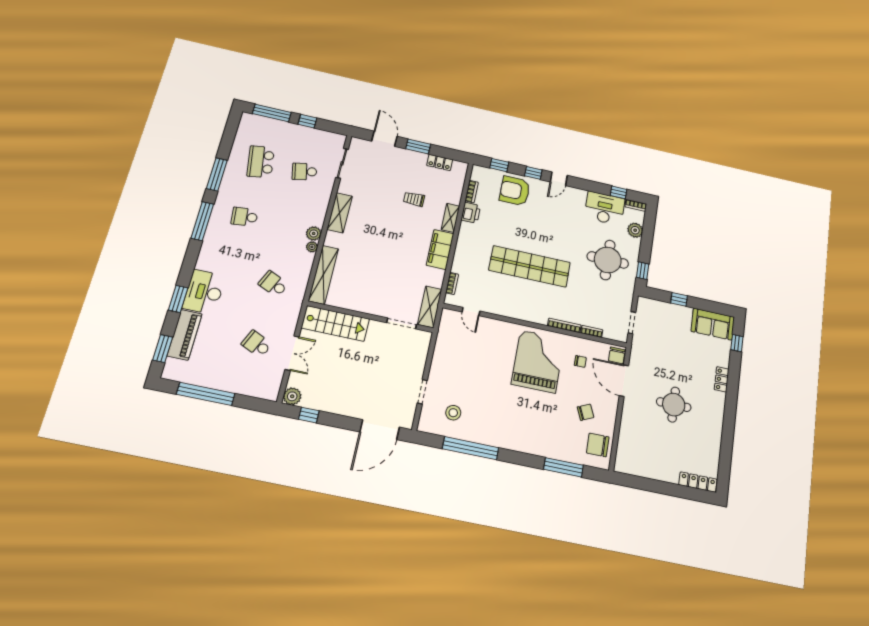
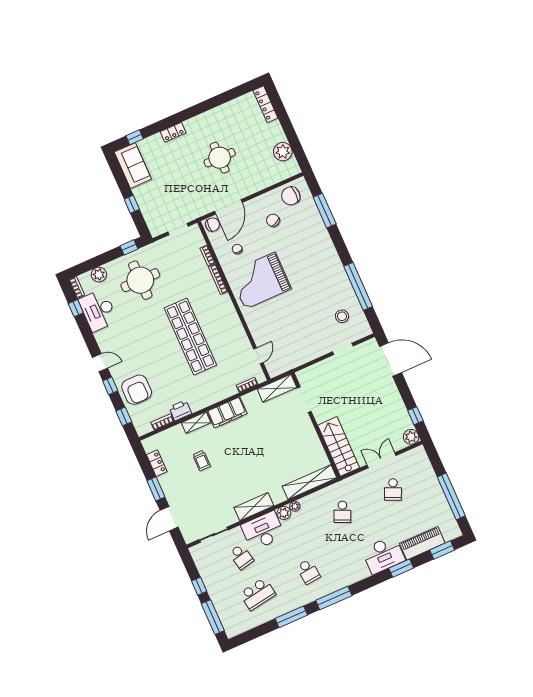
desk: (312, 205) -> (263, 531), added
chair: (598, 445) -> (291, 196), turned 90
plant: (644, 467) -> (283, 152), added

